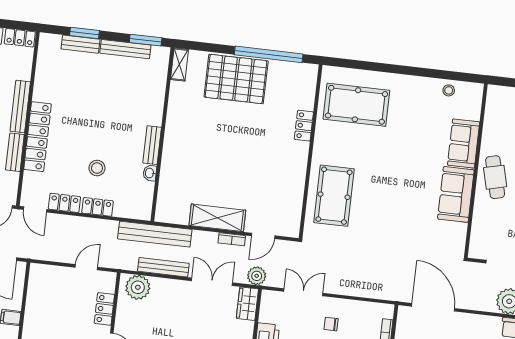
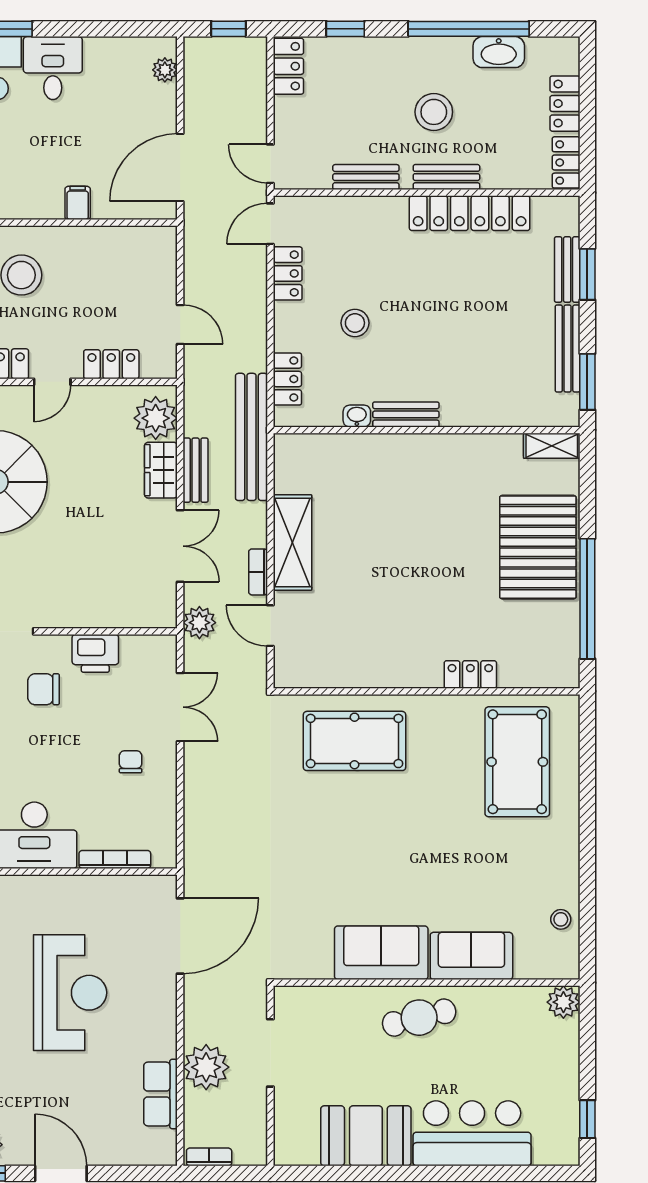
plant: (496, 94) -> (563, 1002), added
bench: (20, 107) -> (446, 177), width x0.73
locker: (37, 137) -> (470, 213), moved
locker: (98, 207) -> (287, 379), moved
bench: (163, 267) -> (196, 470), width x0.73
wardrobe: (247, 304) -> (161, 470), moved, turned -90

